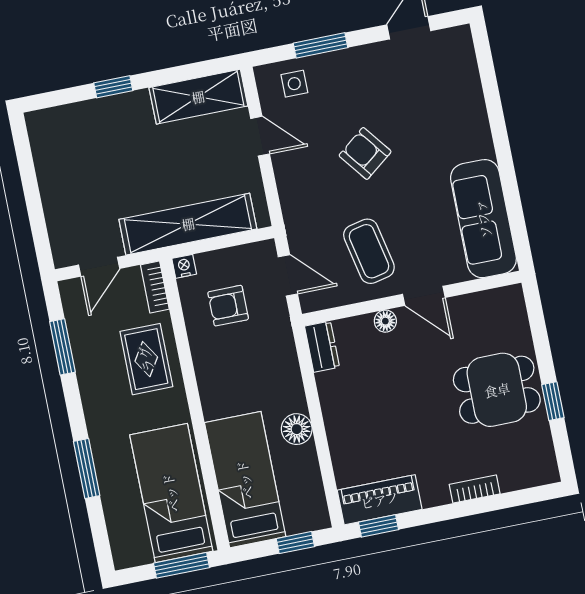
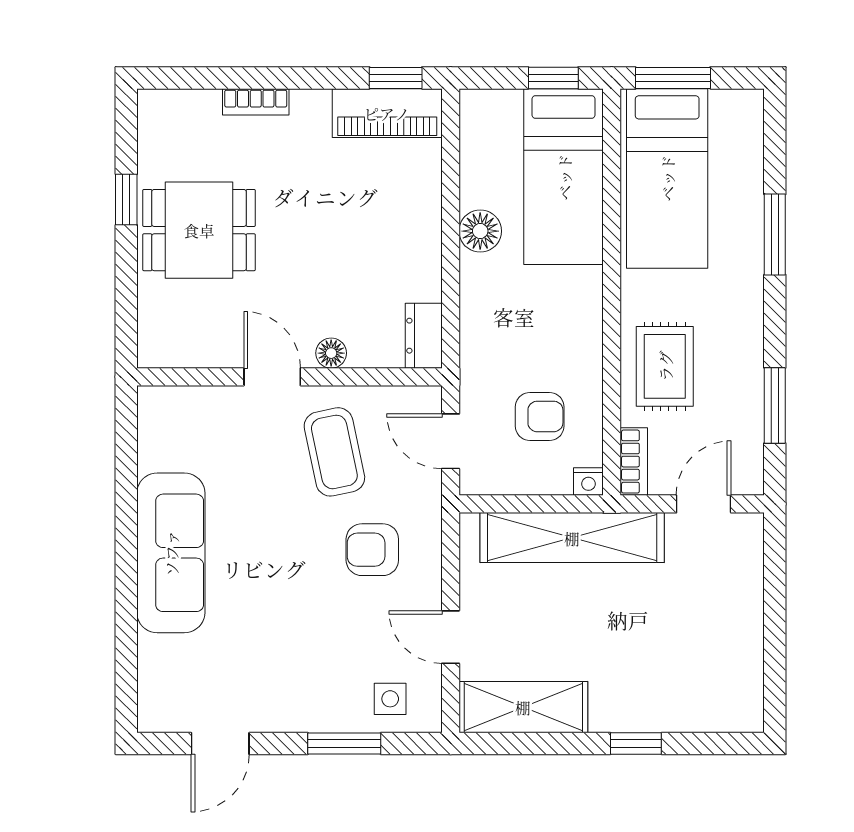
armchair: (365, 153) -> (372, 550), moved, turned 128
sofa: (483, 219) -> (171, 553), moved
window: (295, 543) -> (553, 78), moved

